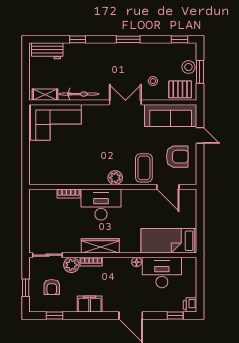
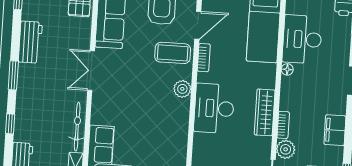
window: (128, 39) -> (13, 75), moved
workbench: (145, 51) -> (30, 42), added
stool: (153, 81) -> (67, 35), removed
bookcase: (69, 193) -> (204, 58), moved

